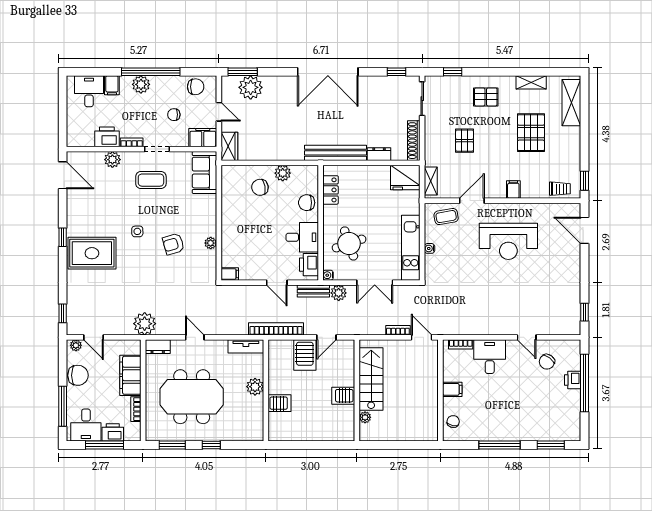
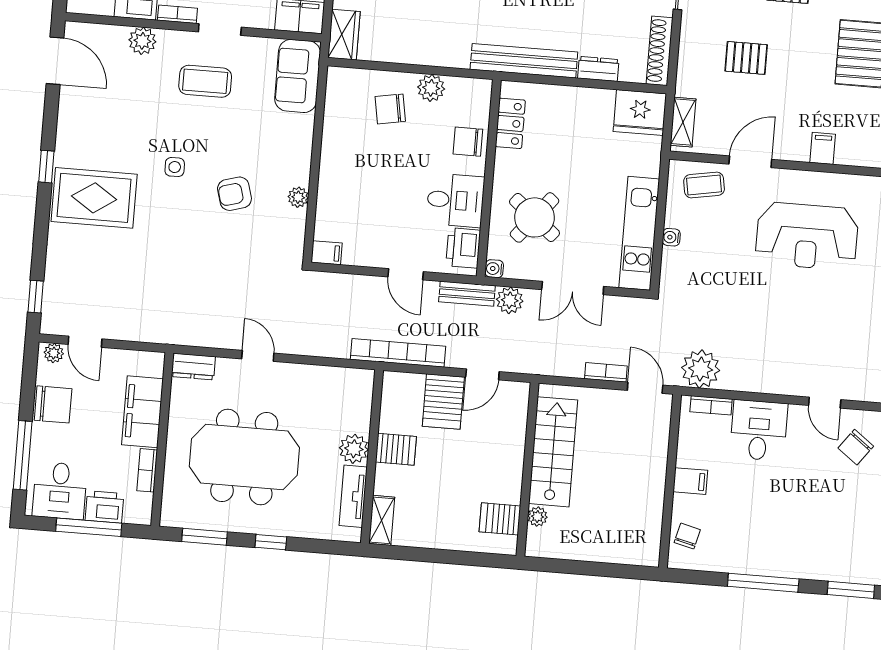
pallet: (465, 141) -> (746, 58), turned 90
round table: (349, 244) -> (534, 217), turned -32
plant: (145, 324) -> (701, 369), moved
tv unit: (246, 346) -> (353, 496), moved, turned 90
server rack: (343, 396) -> (500, 519), moved
server rack: (279, 403) -> (396, 449), moved
shelving: (275, 427) -> (382, 520), added

